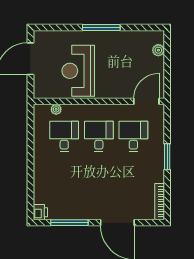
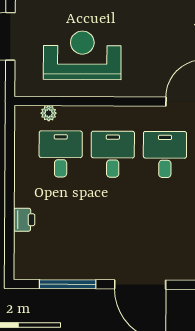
reception desk: (78, 71) -> (82, 55), turned 90
printer: (40, 212) -> (24, 220), moved

